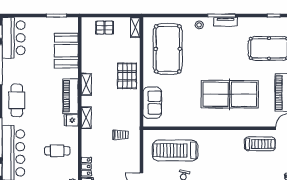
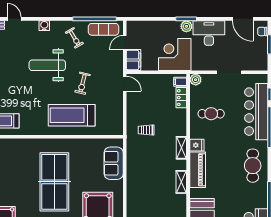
pallet: (127, 76) -> (139, 191), removed
table tennis table: (230, 94) -> (54, 182), moved, turned 90
treadmill: (175, 150) -> (72, 115), moved, turned 180

